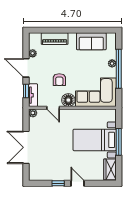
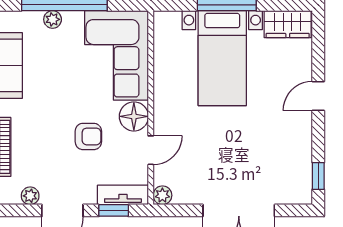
window: (58, 183) -> (318, 176), moved

